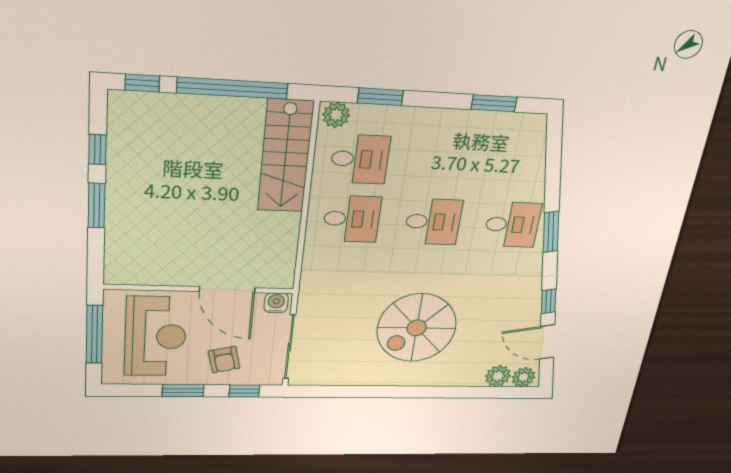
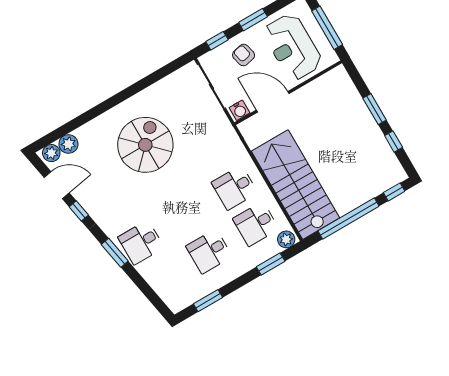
stairs: (286, 156) -> (295, 185), width x1.36, depth x1.51
desk: (433, 222) -> (209, 251), moved

